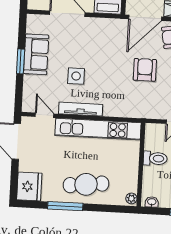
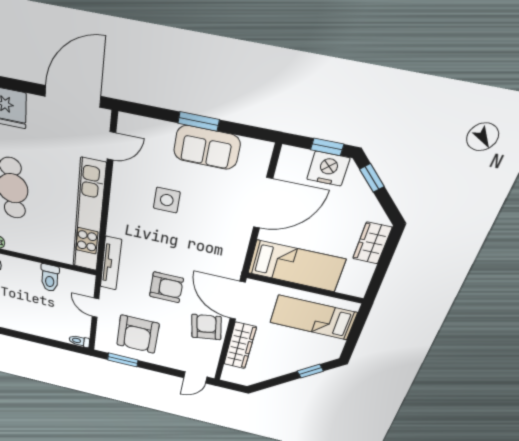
tv unit: (81, 109) -> (111, 264), moved

